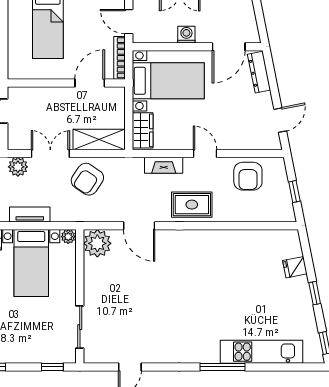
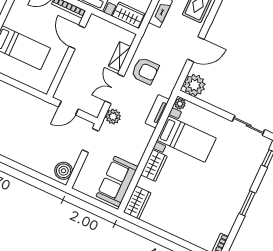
shelving: (99, 140) -> (120, 56), width x0.67, depth x0.75
armchair: (87, 179) -> (145, 71), turned -34
tv unit: (30, 215) -> (157, 111), moved

